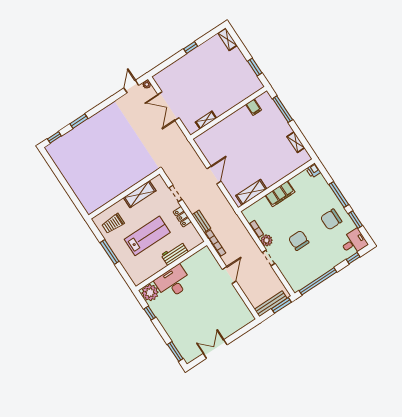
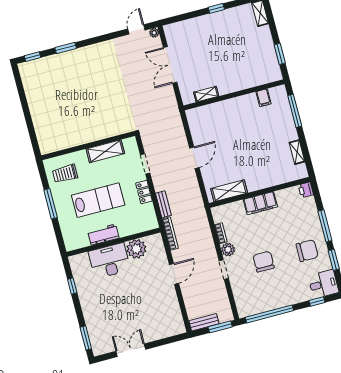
chair: (331, 219) -> (307, 251), turned 180
workbench: (175, 254) -> (103, 235), moved
plant: (150, 293) -> (136, 249), moved
bench: (271, 304) -> (204, 322), width x0.73

